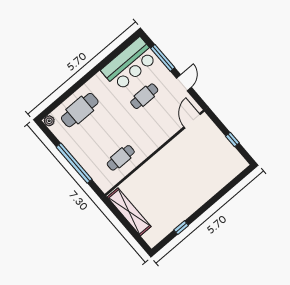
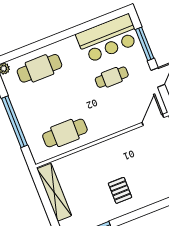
cafe table: (121, 158) -> (65, 133), width x1.37, depth x1.35
pallet: (185, 191) -> (120, 190), added

